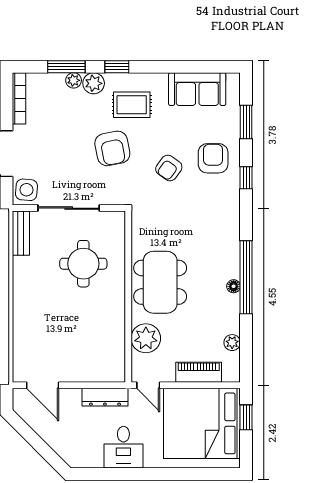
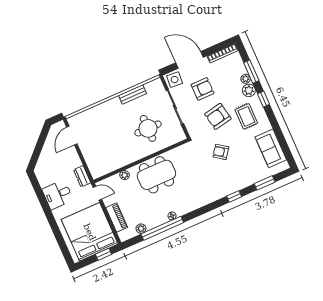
armchair: (213, 158) -> (203, 89), moved
bench: (21, 233) -> (133, 94), moved
window: (246, 277) -> (162, 228), moved
plant: (146, 338) -> (125, 175), width x0.53, depth x0.53
door: (148, 385) -> (97, 193), swing flipped
dresser: (105, 397) -> (82, 176), width x0.70

